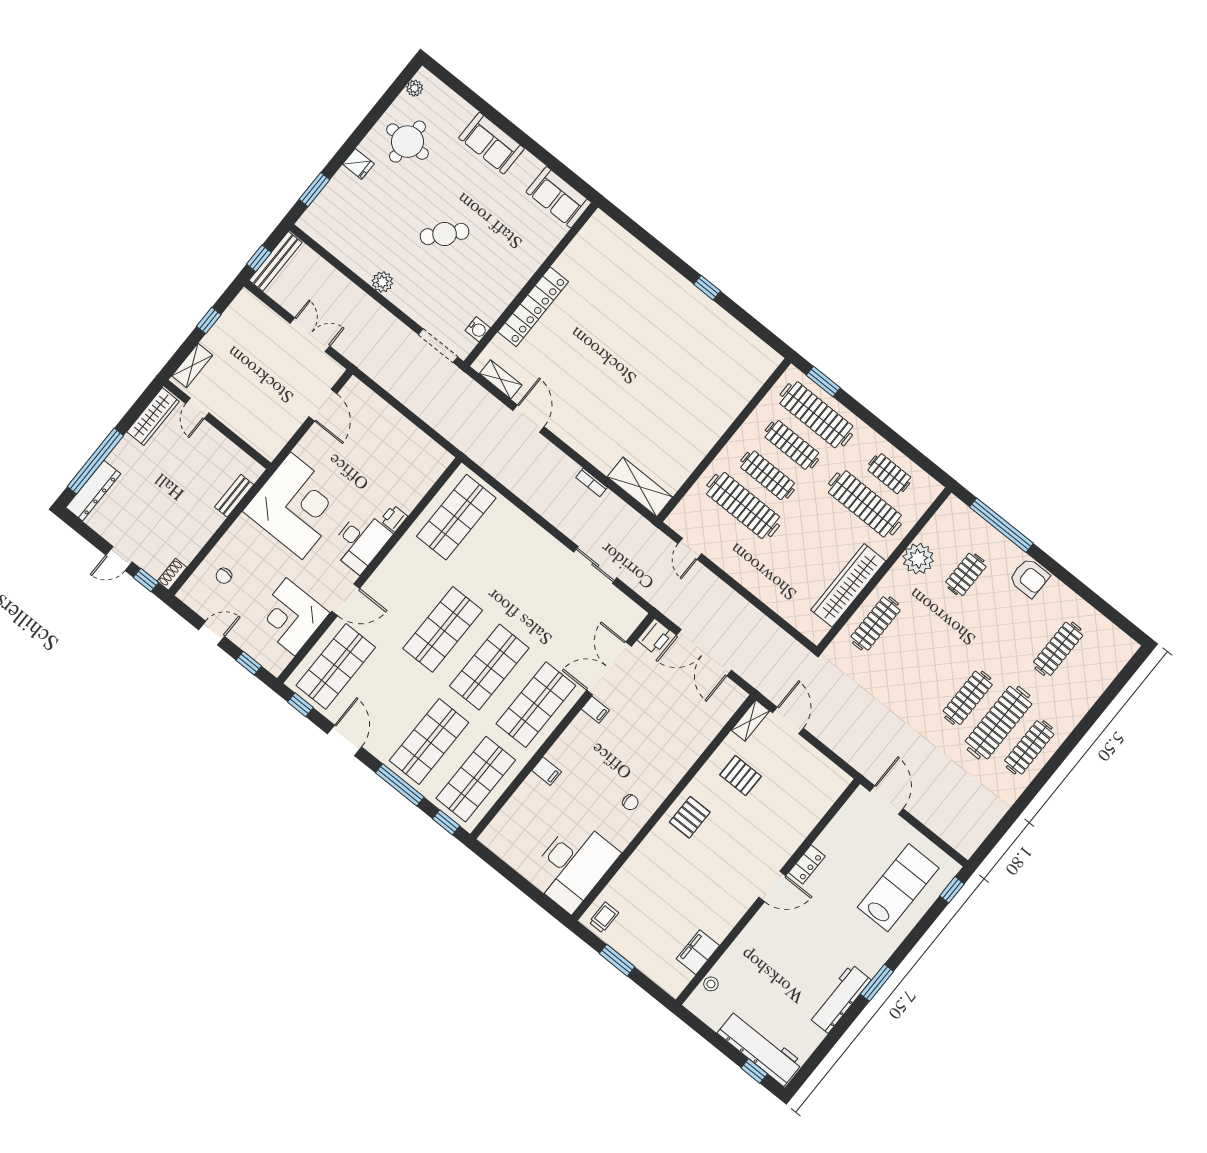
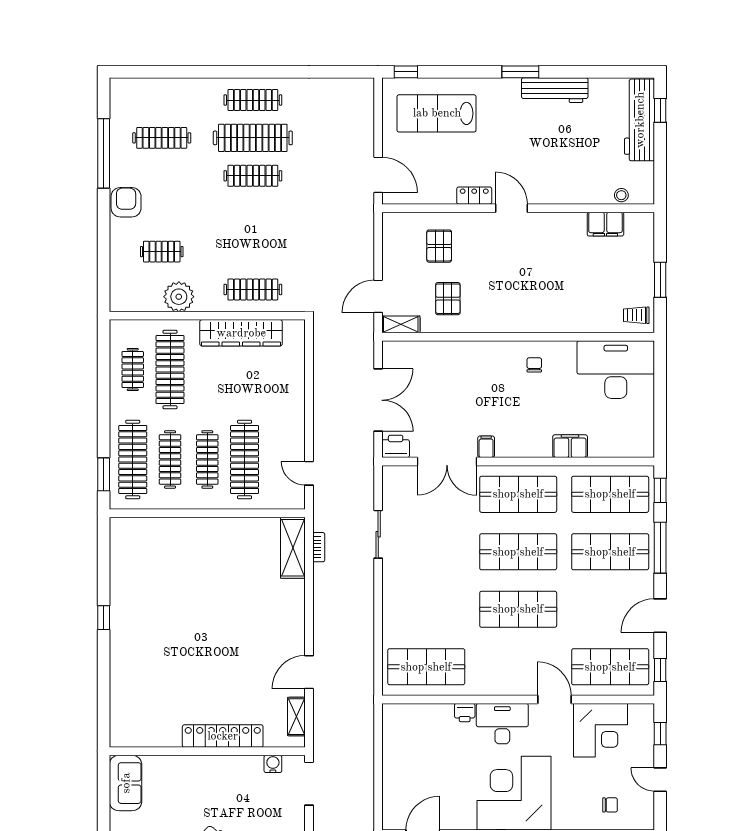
bookcase: (591, 482) -> (319, 547), moved
window: (1001, 525) -> (104, 153), moved
door: (690, 549) -> (309, 473), swing flipped
filing cabinet: (547, 771) -> (570, 446), width x2.00
door: (887, 800) -> (378, 175), swing flipped
pallet: (690, 817) -> (439, 246), moved, turned 90

